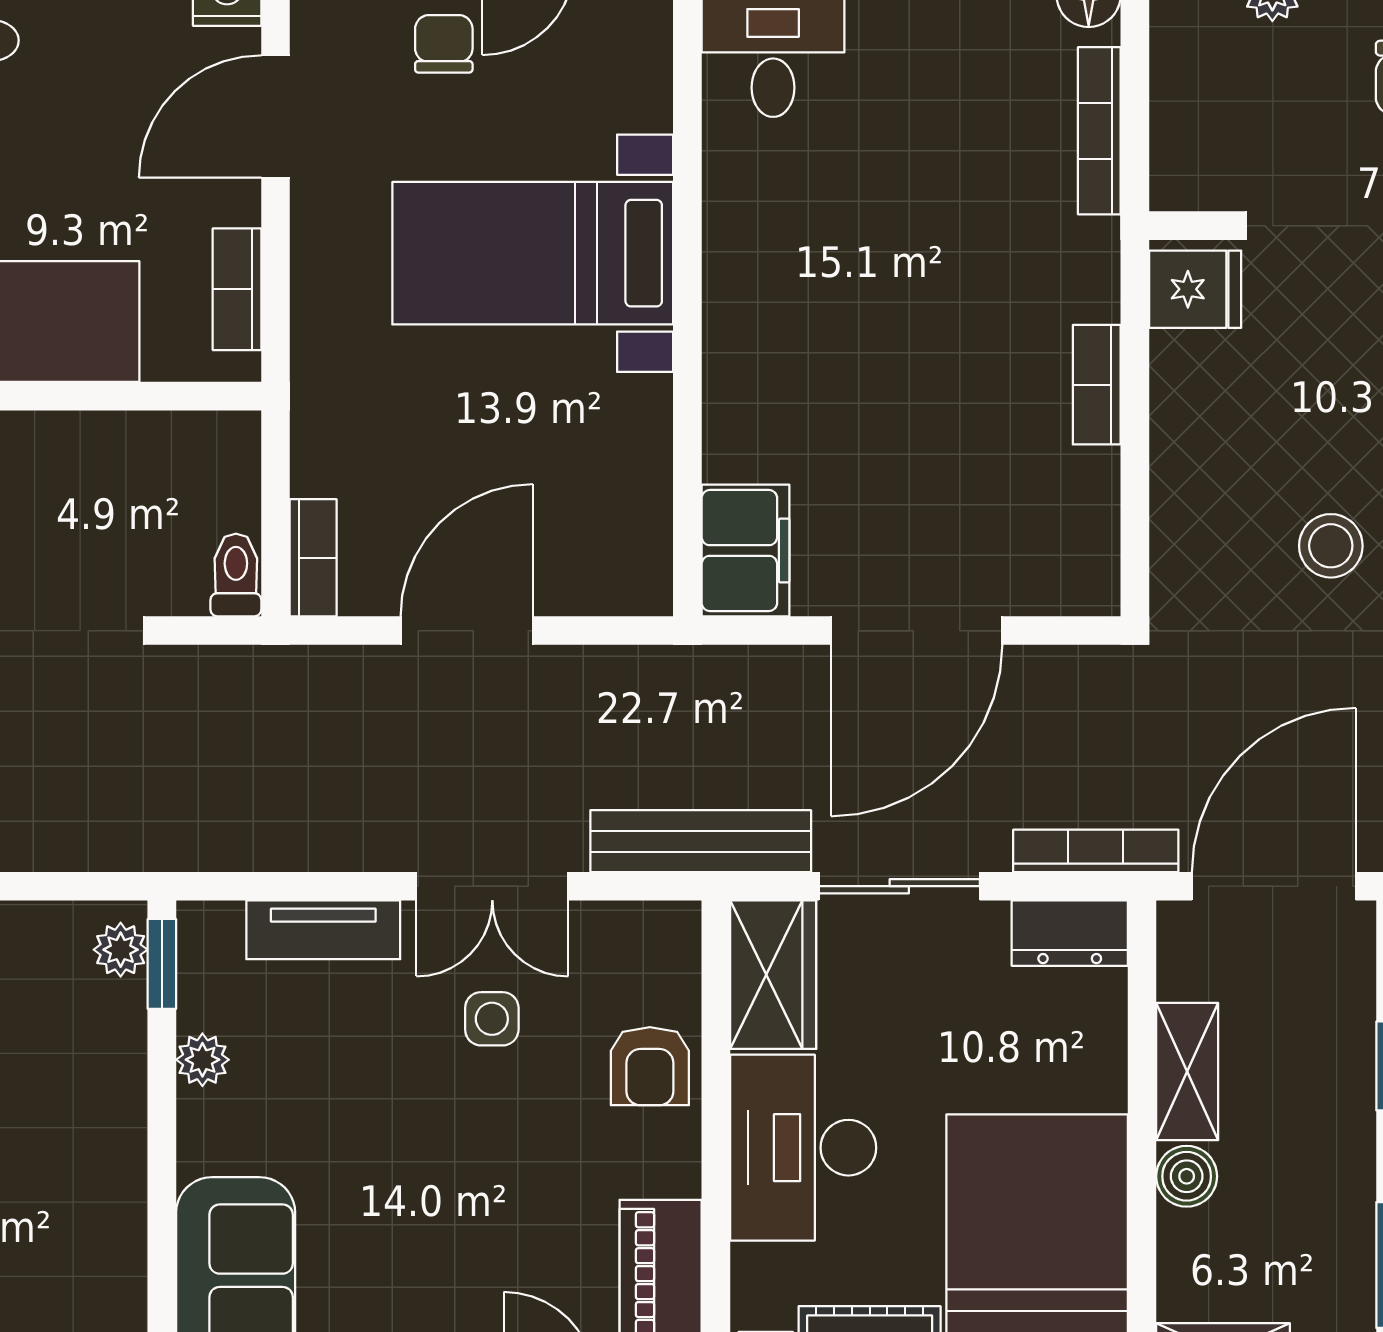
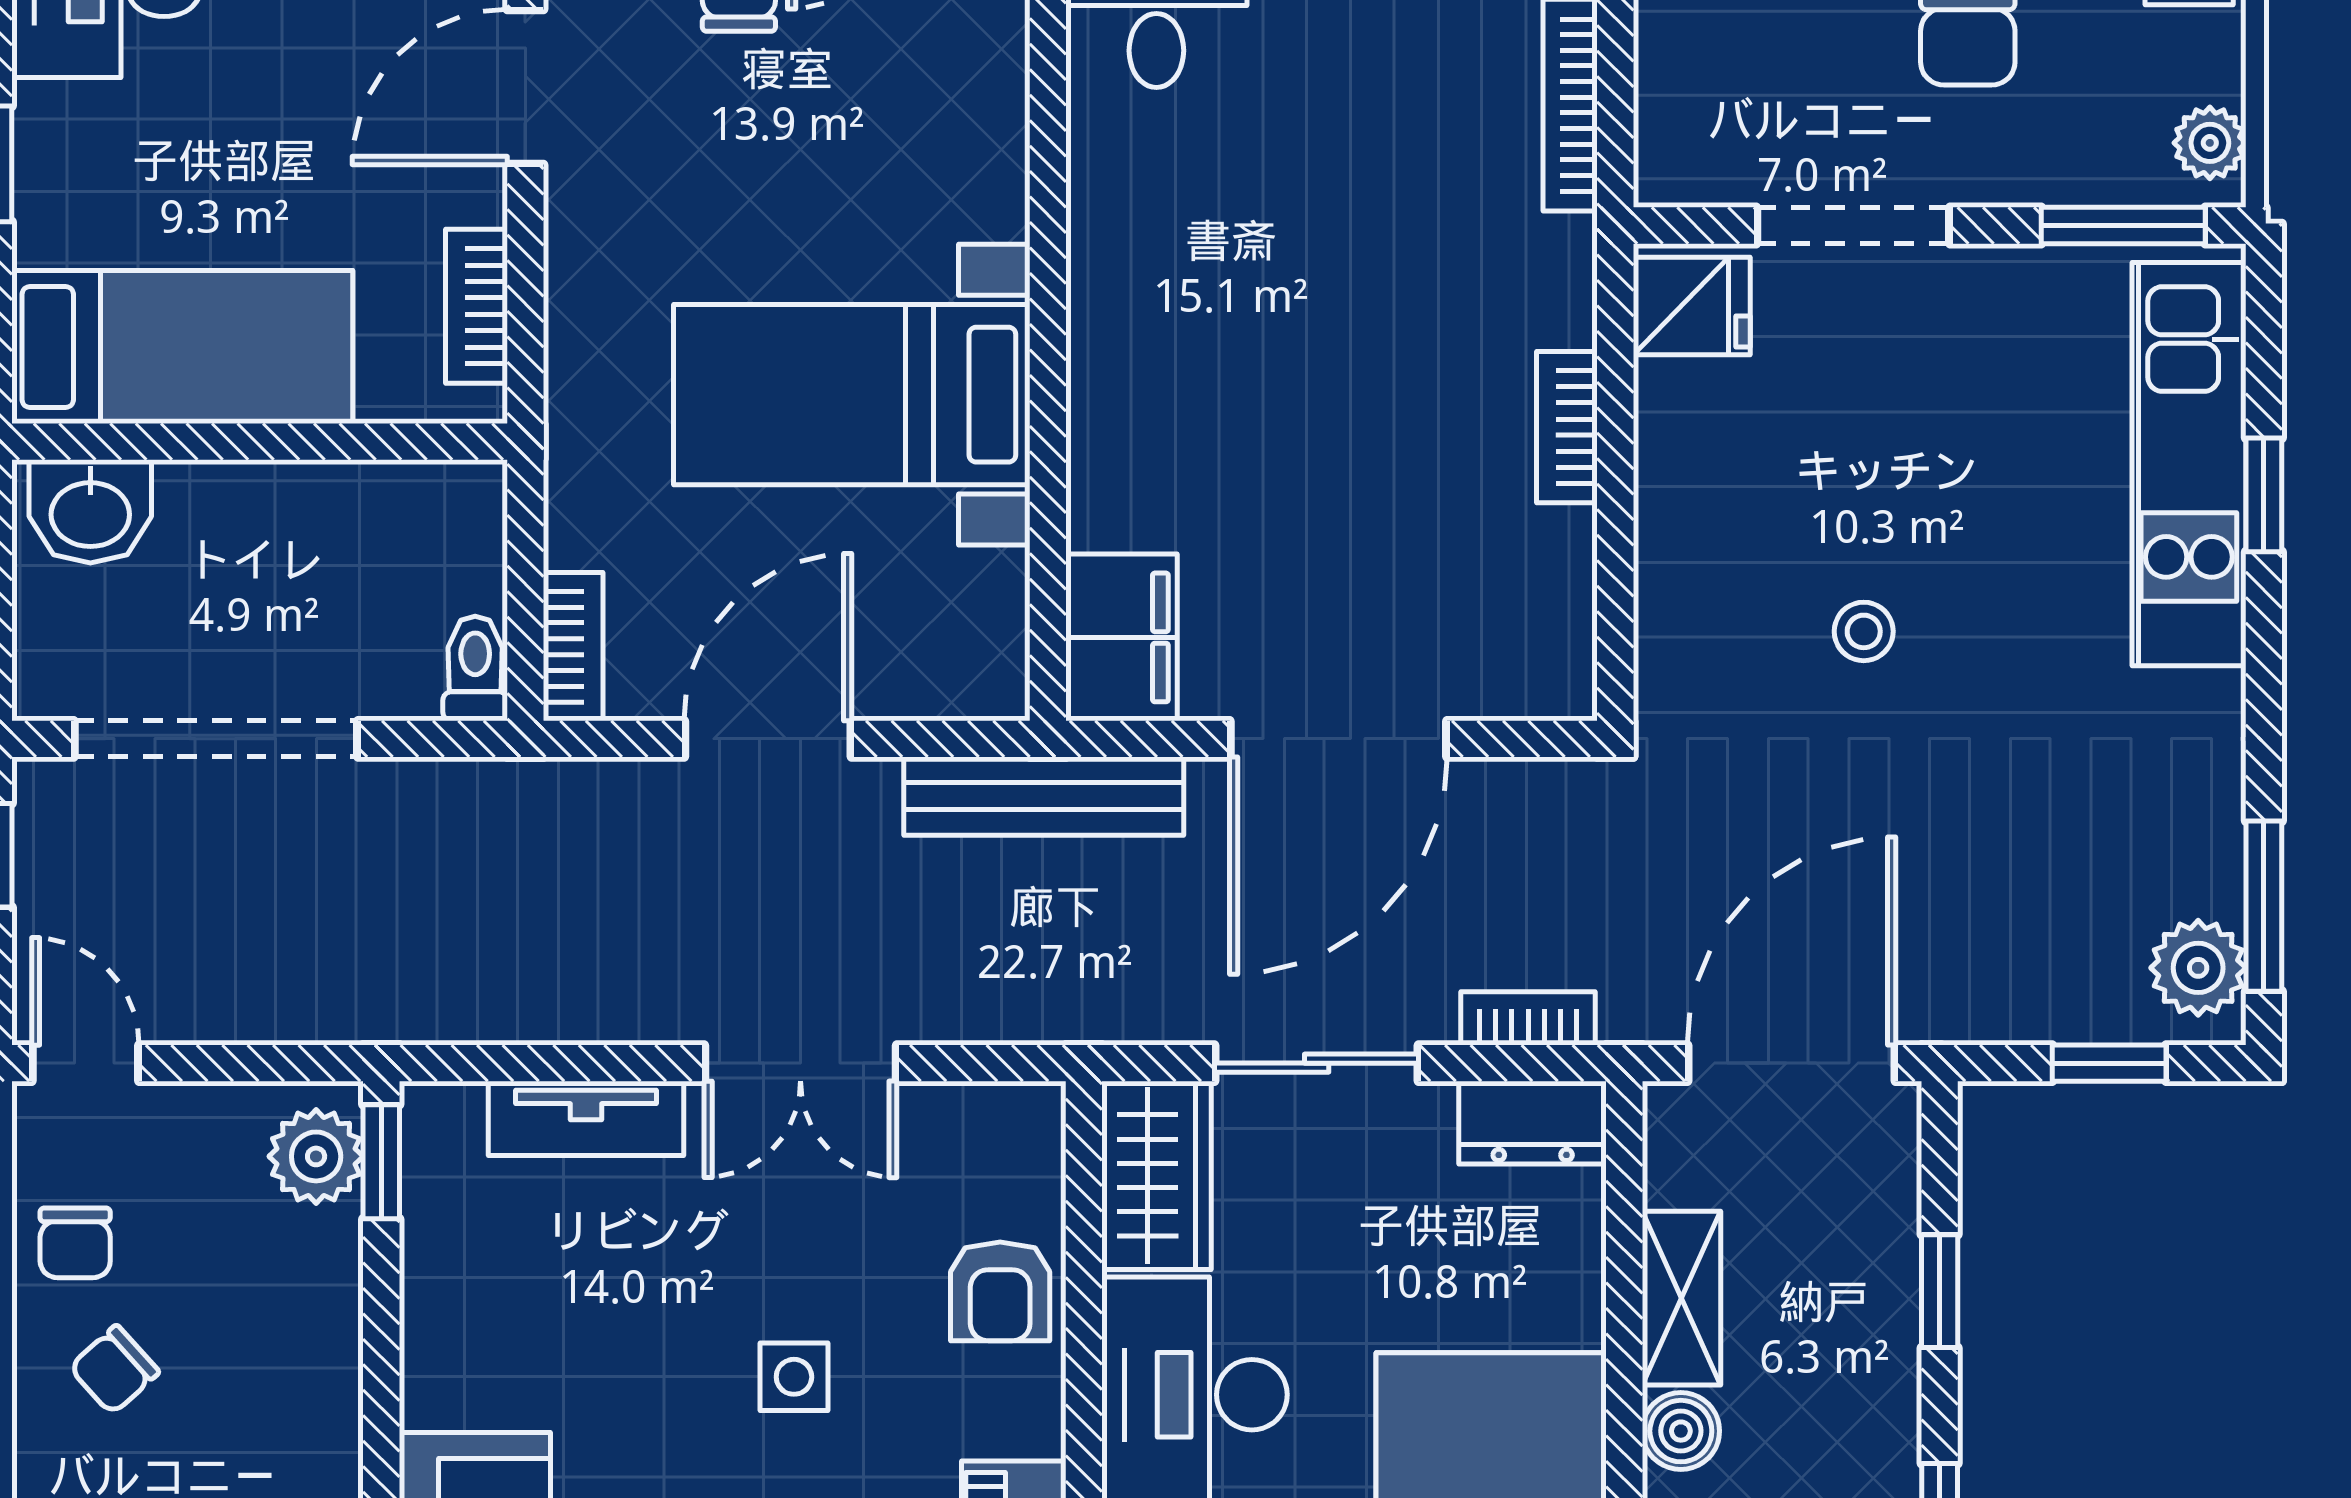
bed with nightstands: (533, 253) -> (852, 395), moved
stool: (1331, 546) -> (1864, 631), width x0.73, depth x0.73
bench: (701, 841) -> (1044, 796), moved
bookcase: (1096, 851) -> (1528, 1018), width x0.64
plant: (121, 950) -> (316, 1156), width x1.38, depth x1.38
side table: (492, 1019) -> (794, 1377), moved
plant: (202, 1060) -> (433, 1283), removed

